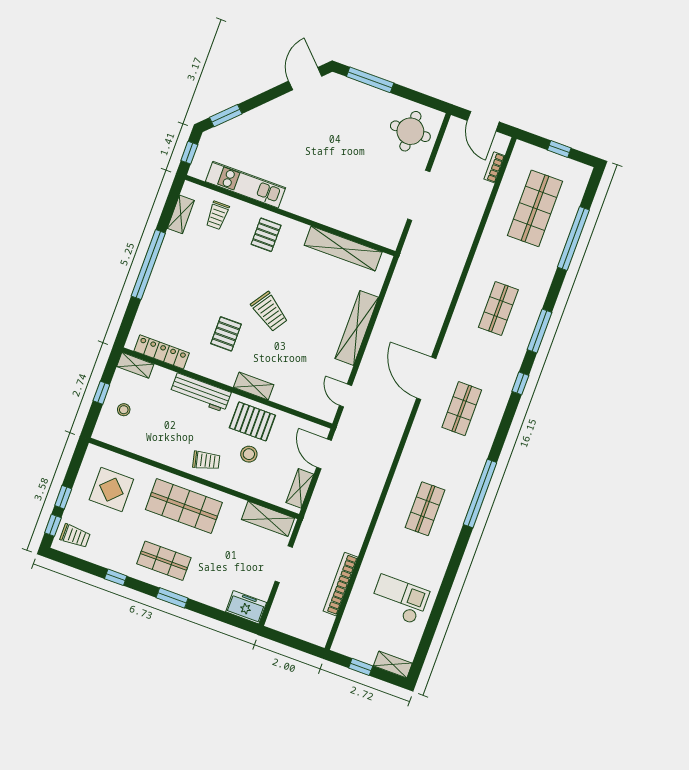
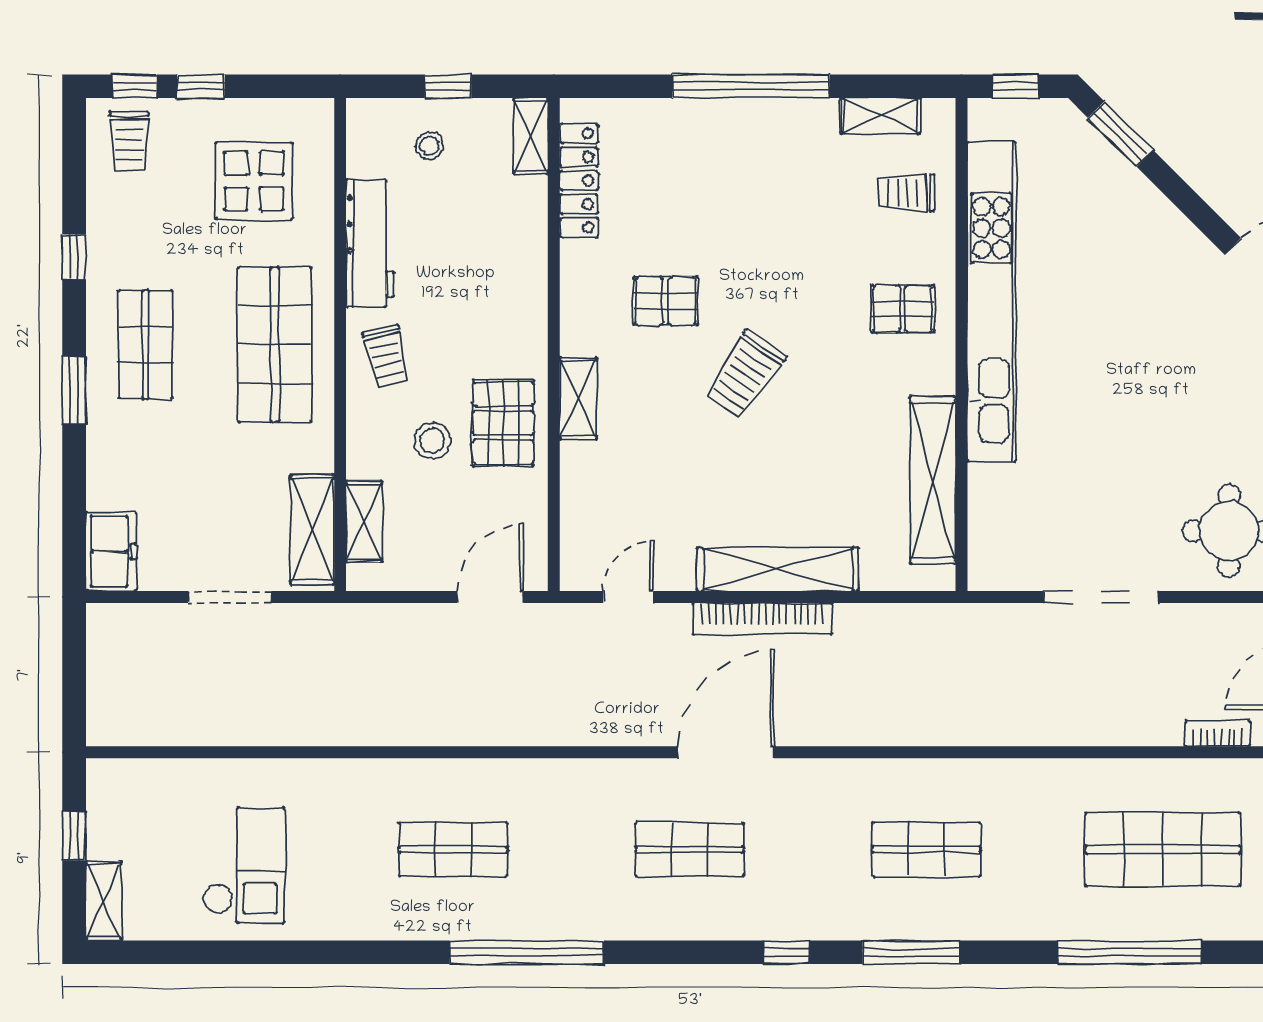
kitchen unit: (245, 185) -> (992, 302), width x1.86
workbench: (201, 393) -> (370, 243), moved, turned 180
shelving: (300, 488) -> (364, 521), moved, turned 90
bookcase: (341, 584) -> (762, 619), moved, turned 180

